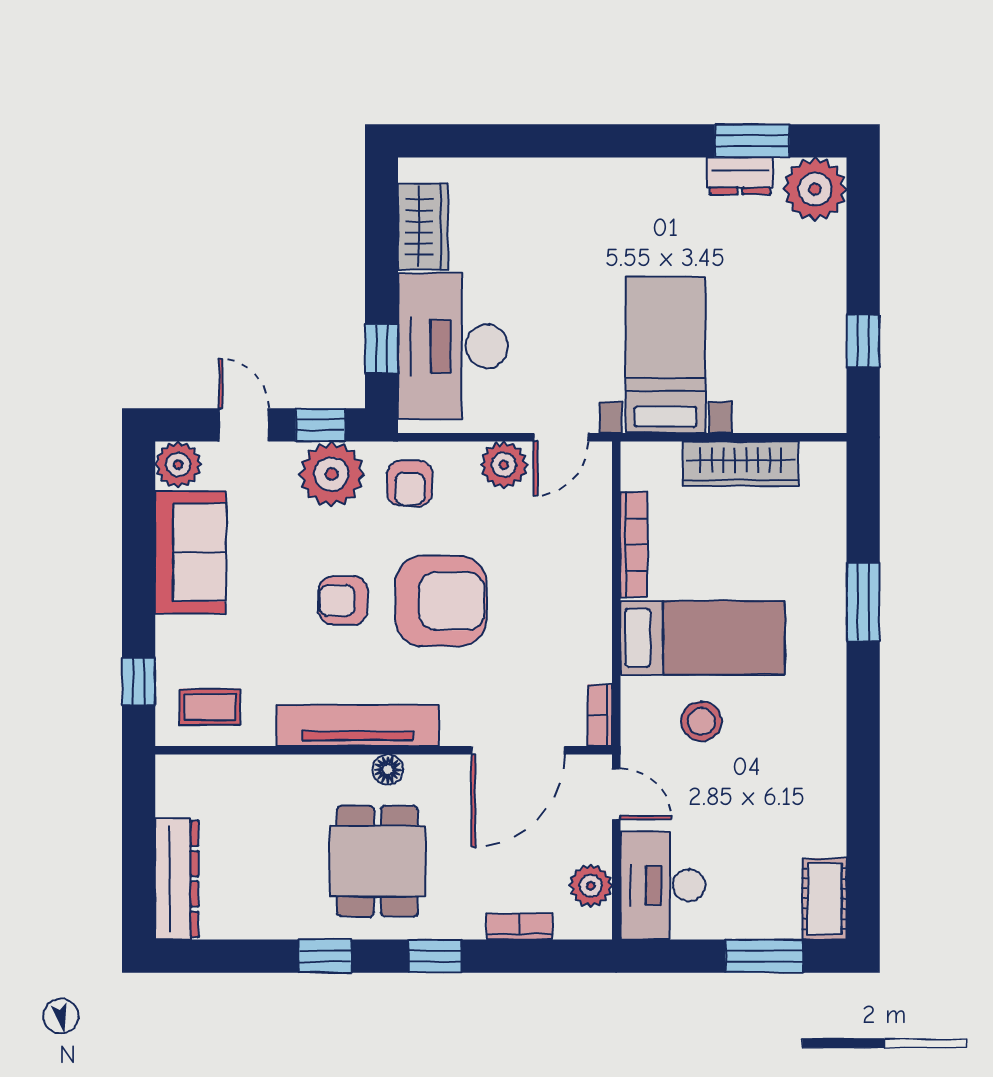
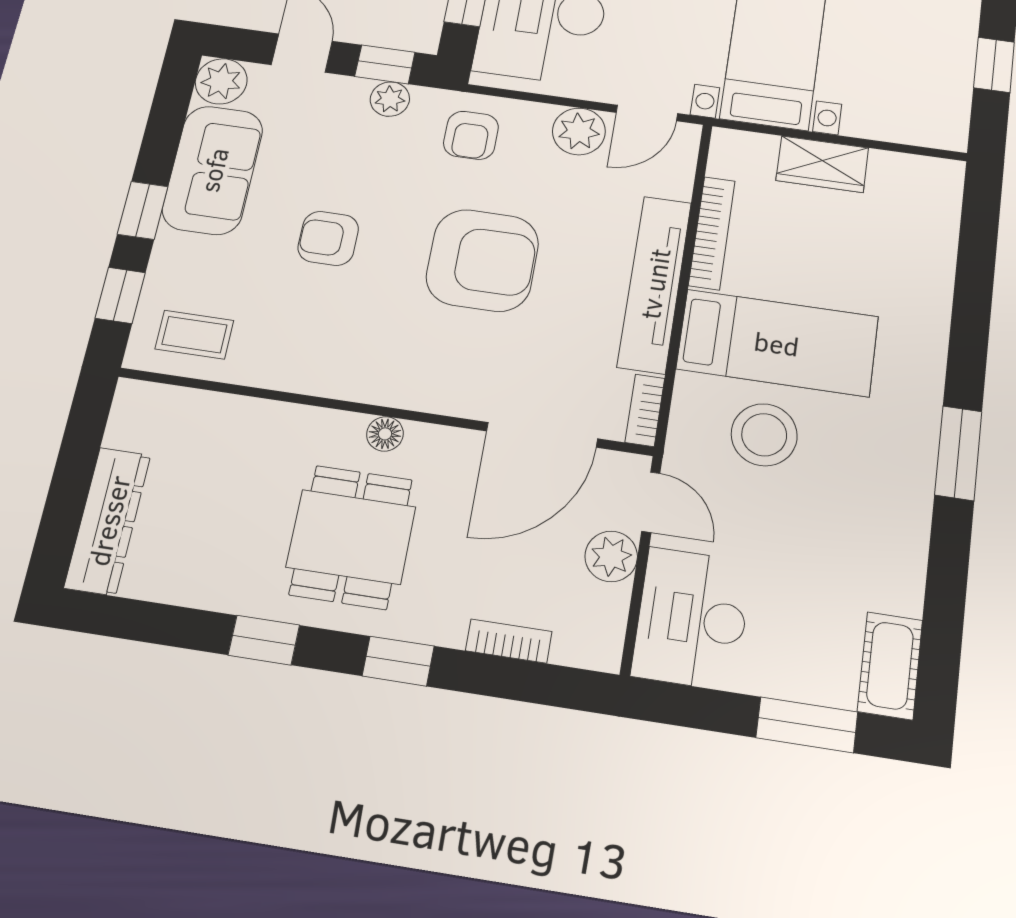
wardrobe: (741, 464) -> (822, 164), width x0.67
plant: (332, 474) -> (390, 99), width x0.53, depth x0.53
window: (139, 600) -> (143, 210), added
armchair: (343, 600) -> (328, 238), moved
window: (863, 602) -> (958, 453), moved
stool: (701, 721) -> (764, 435), width x1.38, depth x1.38
tv unit: (358, 725) -> (654, 284), moved, turned -90
plant: (591, 886) -> (611, 556), moved

